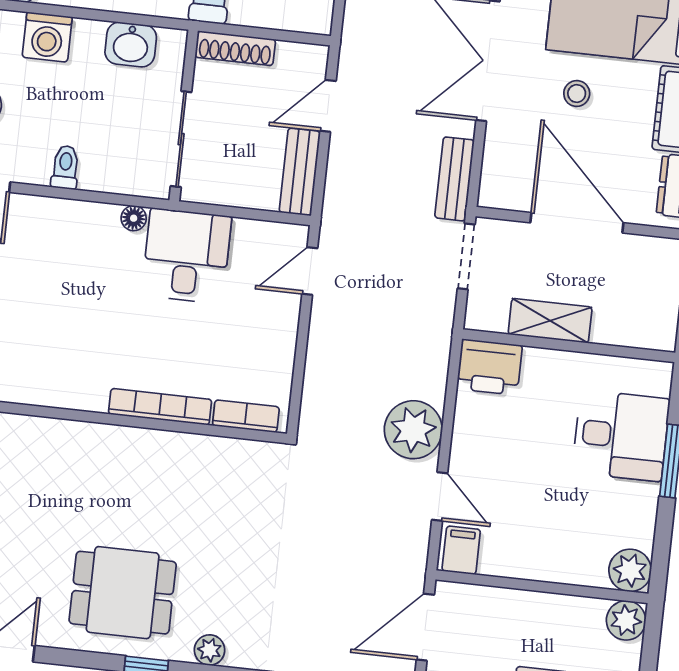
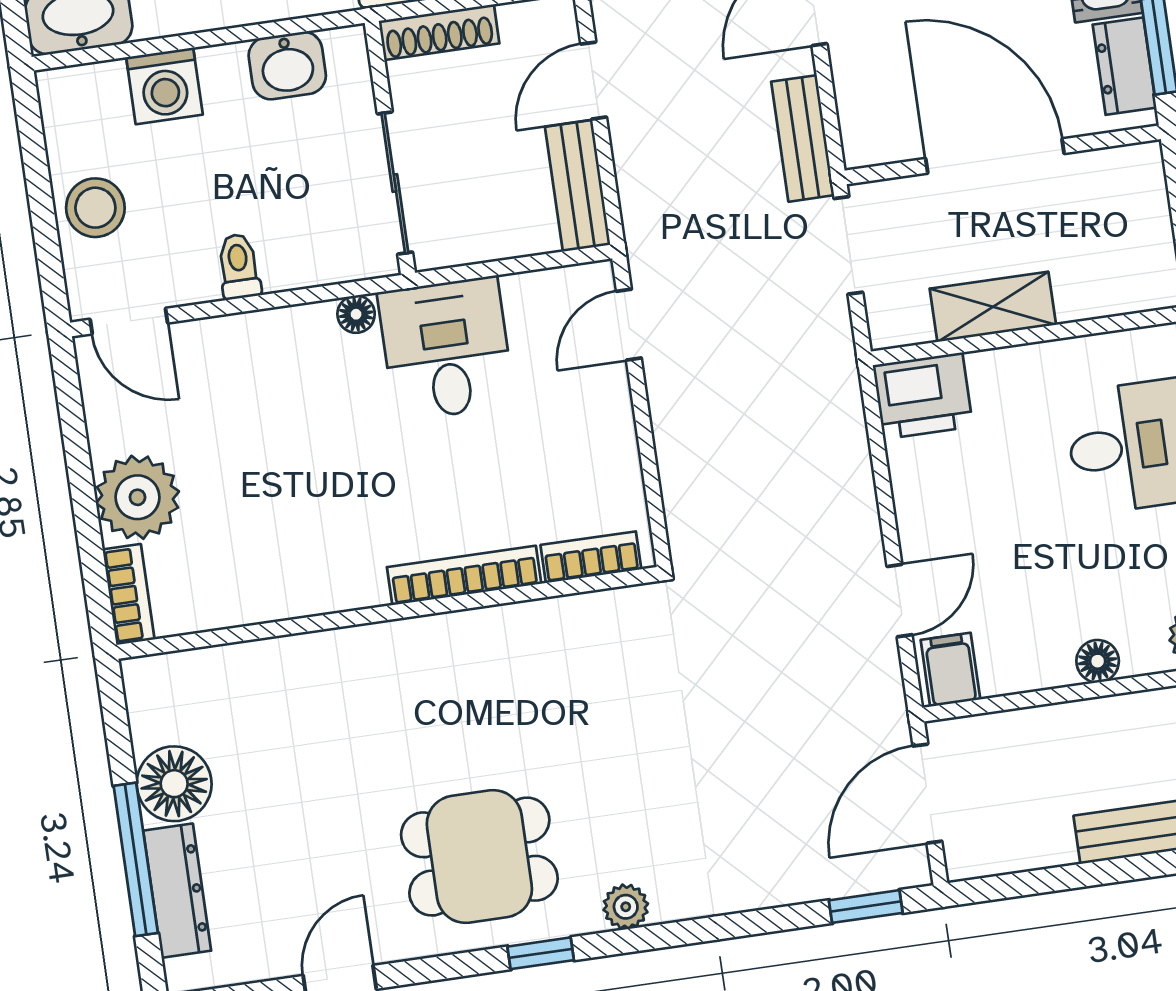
plant: (413, 430) -> (837, 514), removed
door: (440, 497) -> (900, 601), hinge flipped
floor lamp: (559, 569) -> (1098, 661), added

